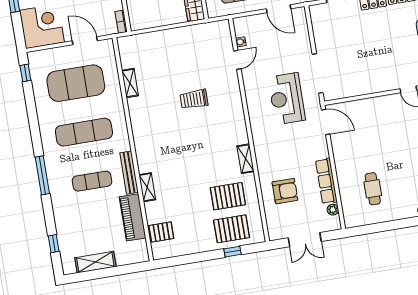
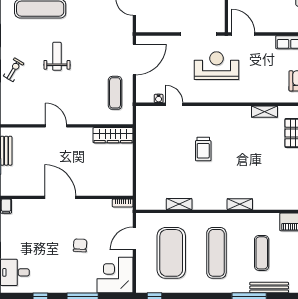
door: (279, 9) -> (134, 59), width x1.36
reception desk: (287, 99) -> (216, 66), turned 180
door: (326, 122) -> (243, 34), hinge flipped
bench: (129, 173) -> (269, 287), moved
shelving: (147, 187) -> (240, 204), moved

